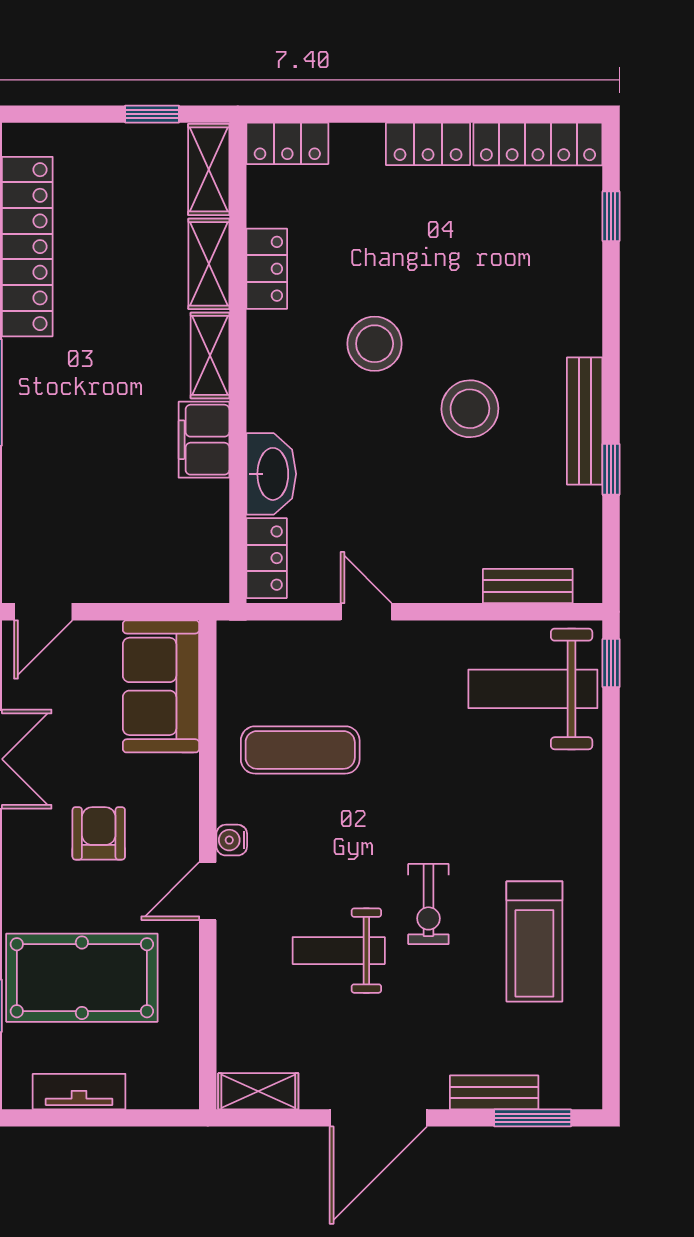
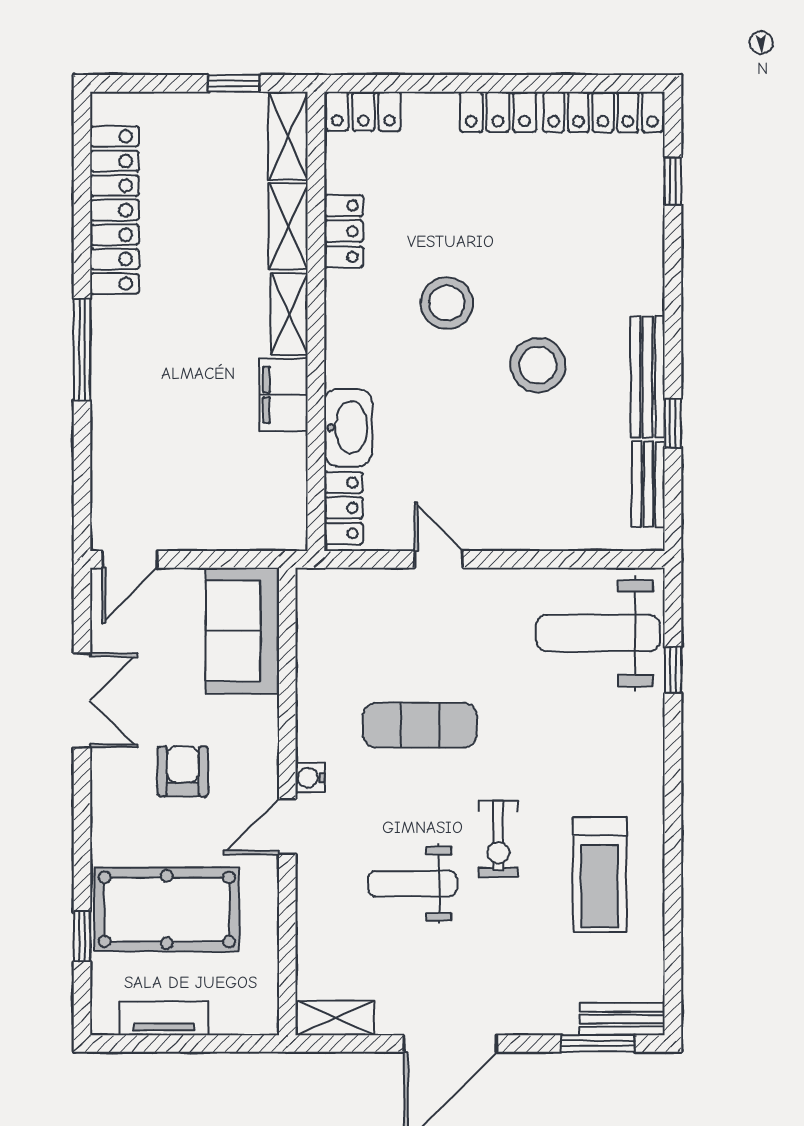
bench: (528, 586) -> (648, 484), moved, turned 90
window: (611, 663) -> (673, 670), moved
exercise mat: (300, 750) -> (420, 725), moved
bench: (494, 1092) -> (622, 1019), moved

